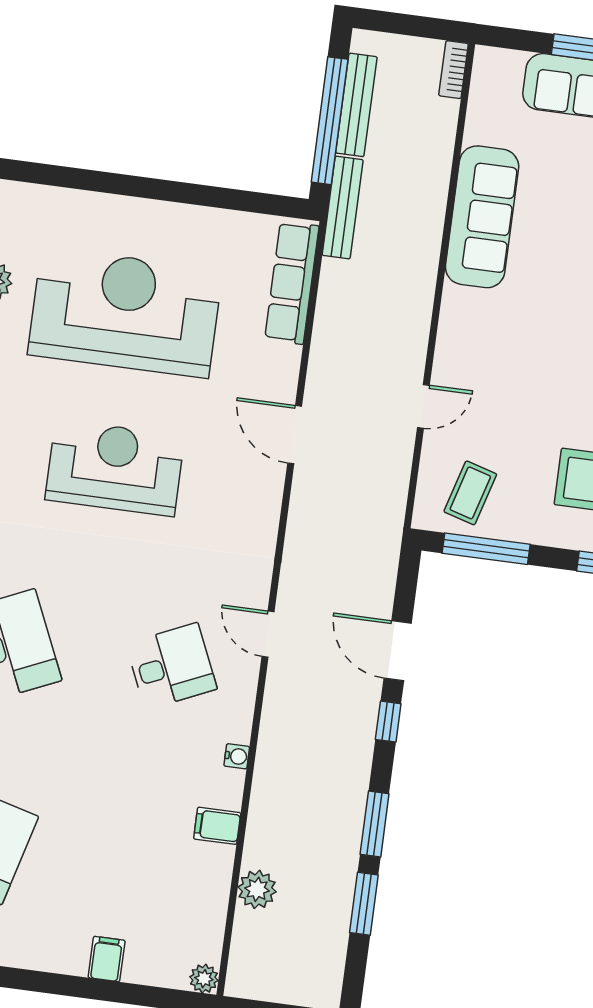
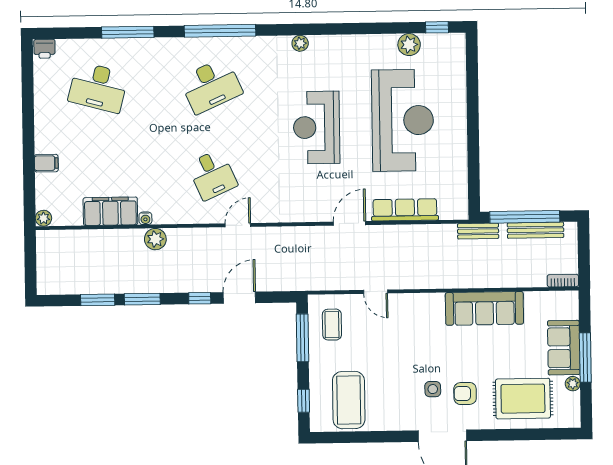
bench: (343, 208) -> (478, 231), width x0.73
row of seats: (292, 283) -> (405, 210), moved
reception desk: (115, 468) -> (317, 127), turned 180
coffee table: (470, 493) -> (332, 325), turned 74
water cooler: (237, 756) -> (145, 218), moved
filing cabinet: (217, 826) -> (110, 211), width x3.00, depth x1.17
plant: (257, 889) -> (155, 239), moved

